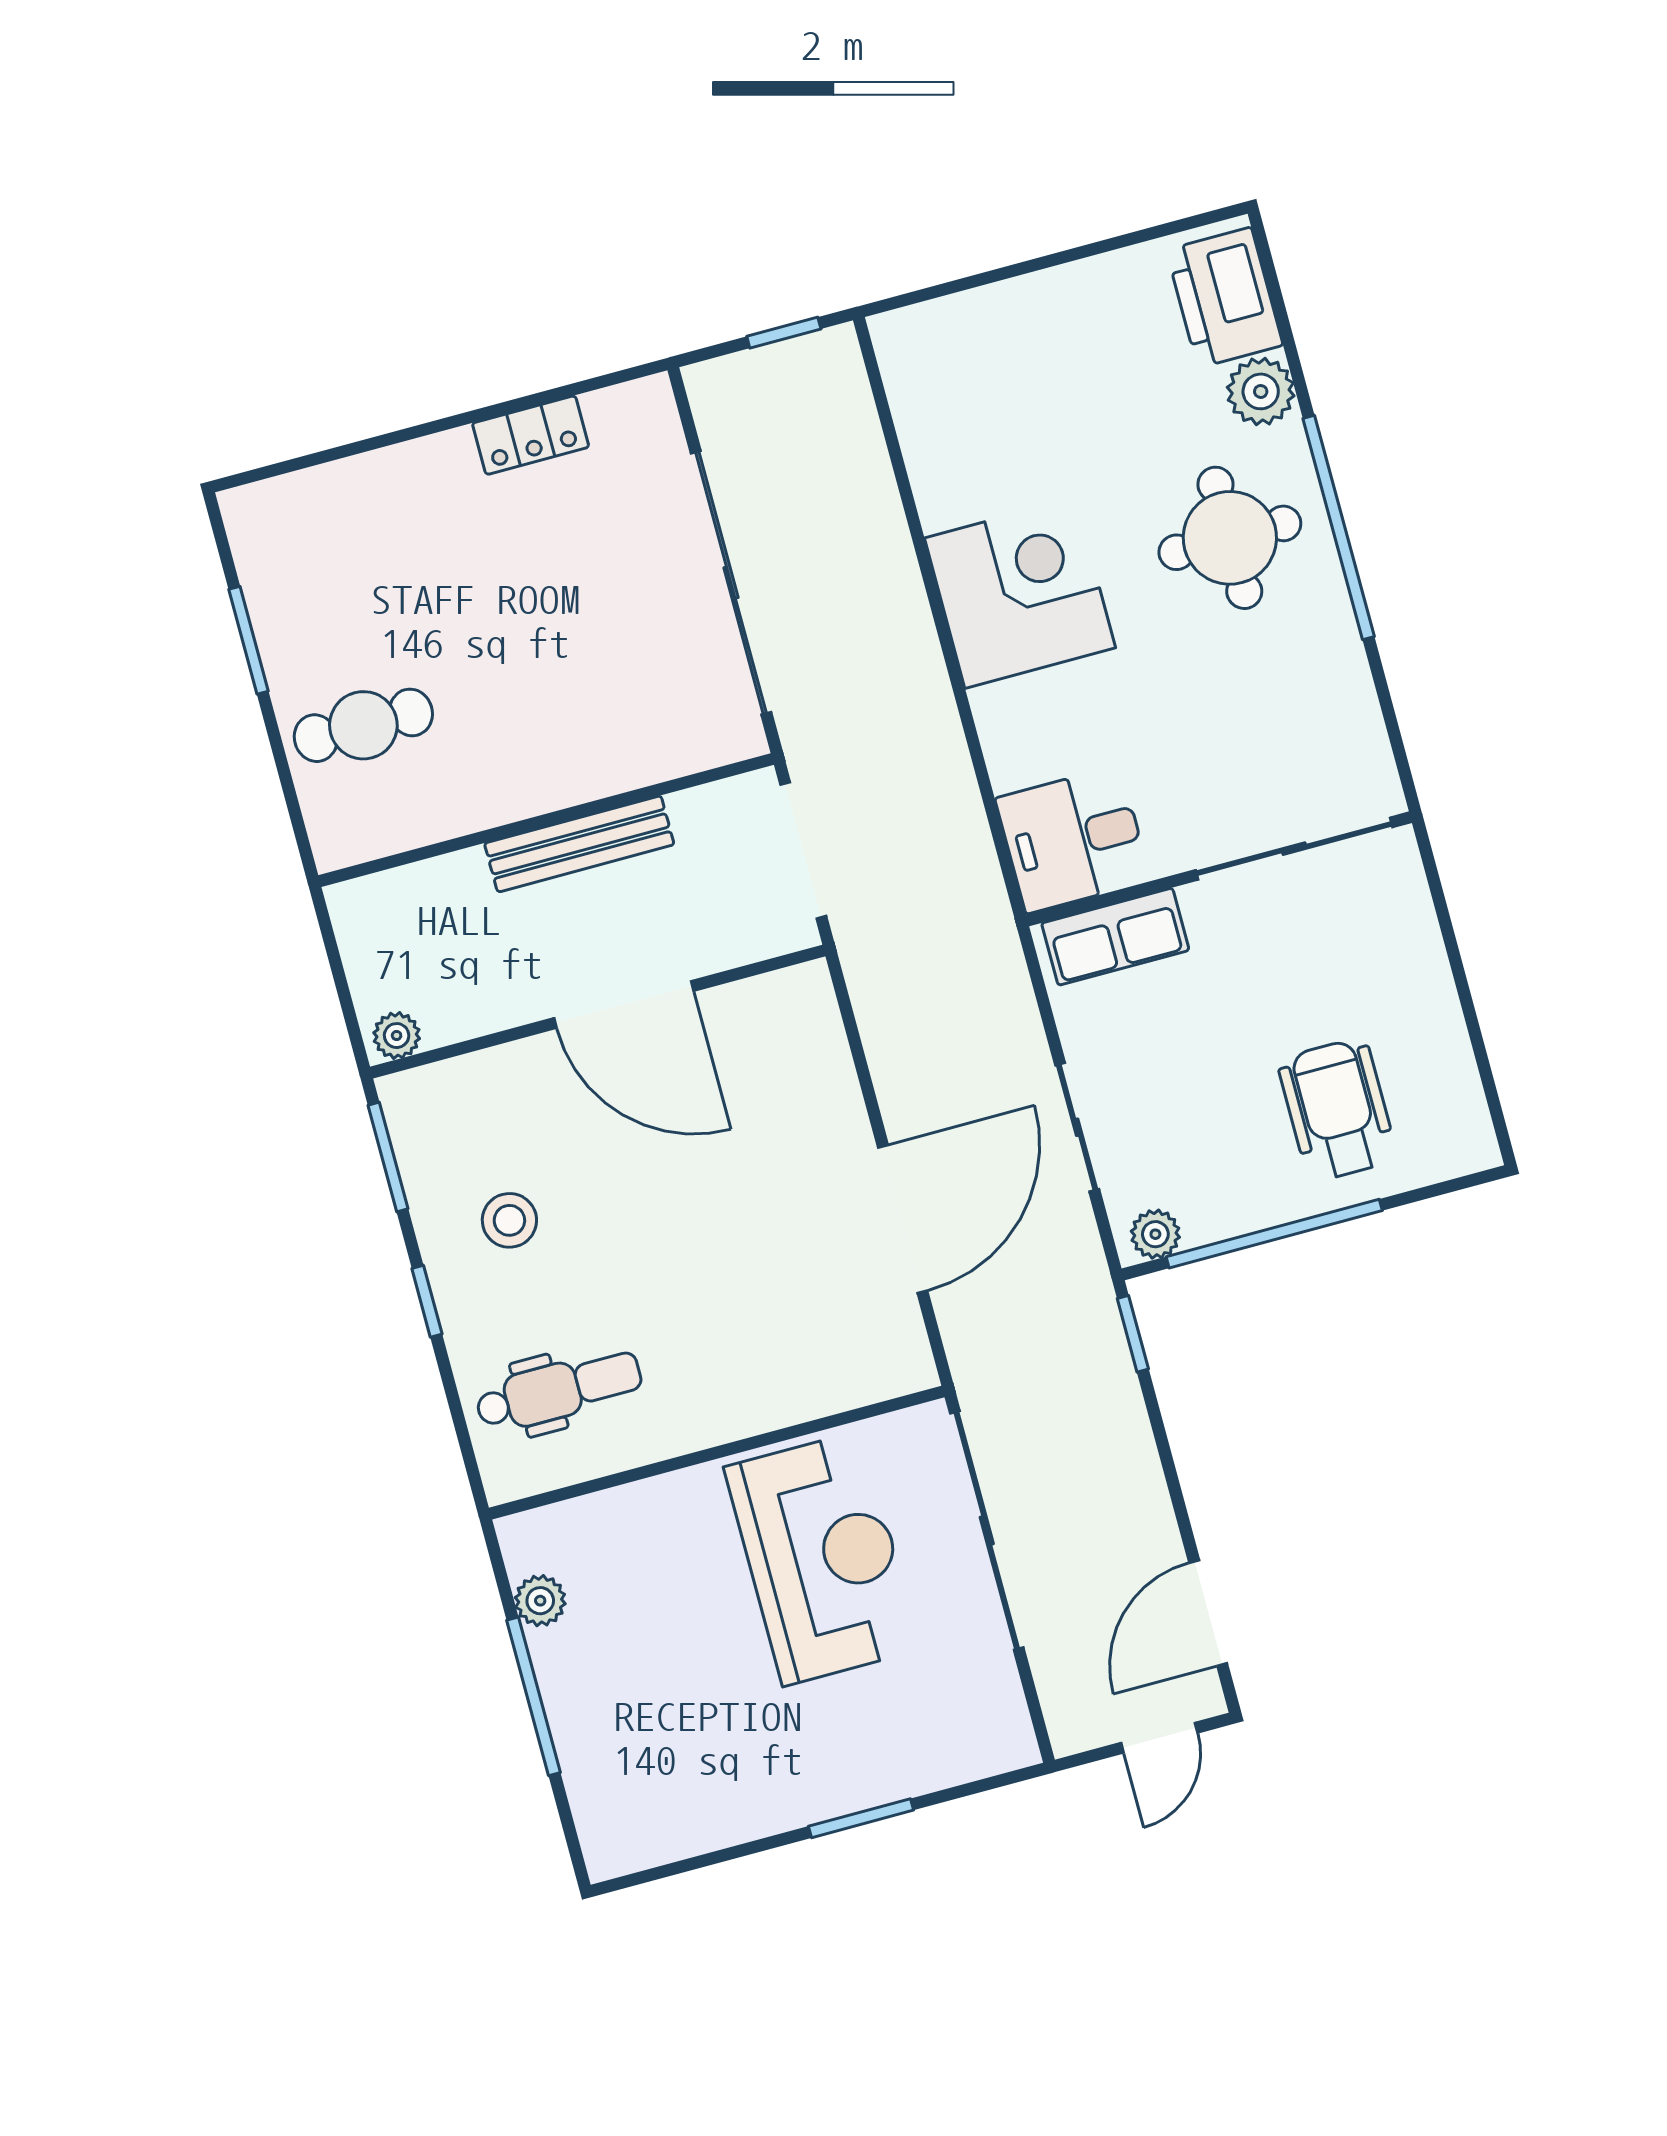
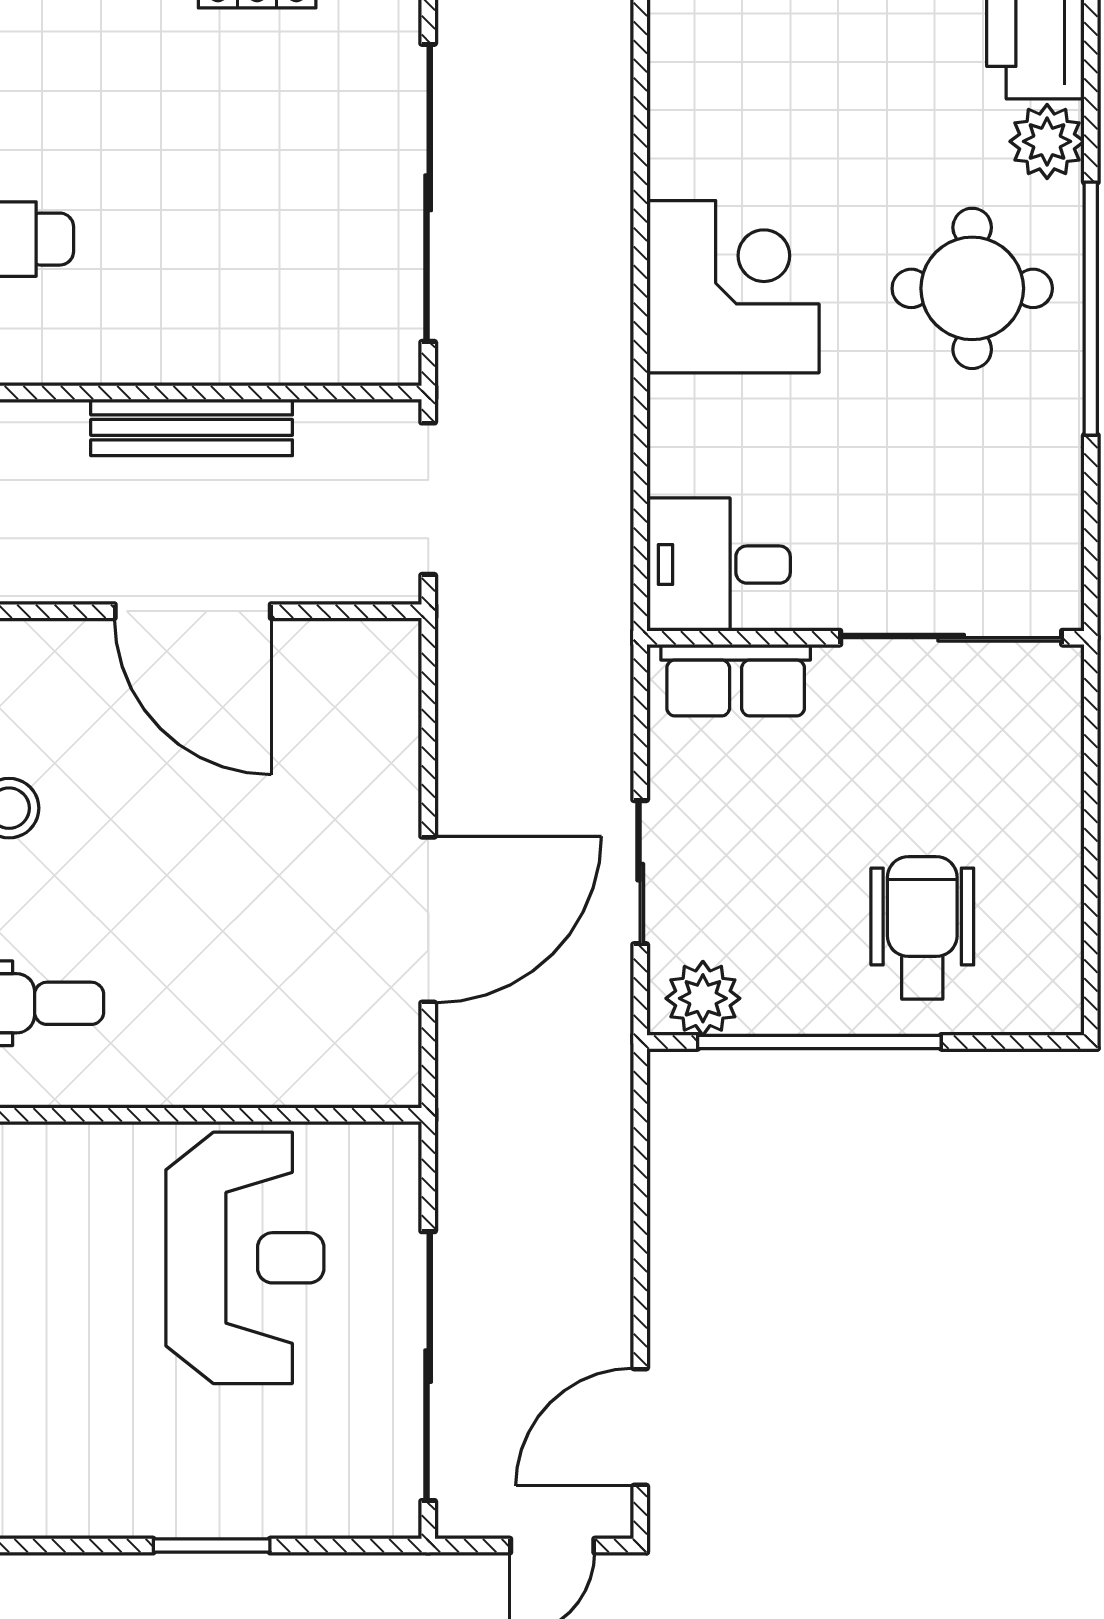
plant: (1155, 1234) -> (703, 998), width x1.38, depth x1.38
window: (1133, 1334) -> (640, 1108), removed
sliding door: (987, 1531) -> (428, 1366), moved

